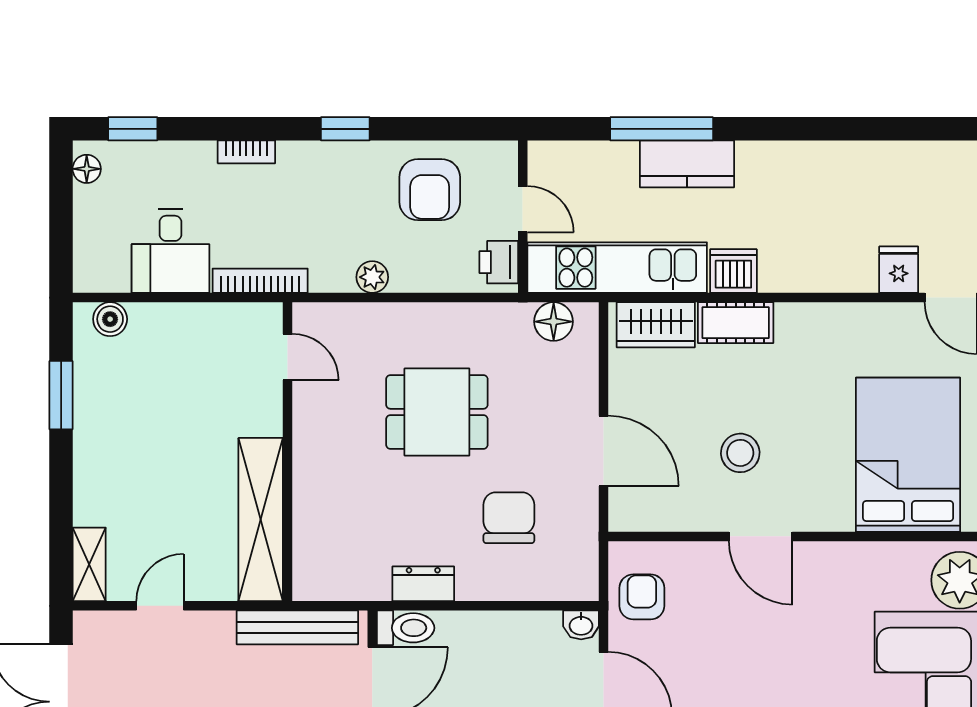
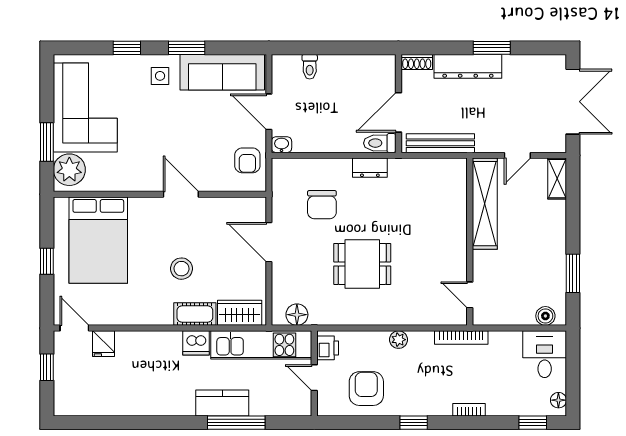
desk: (170, 251) -> (545, 354), moved
door: (288, 357) -> (470, 295), moved
wall: (288, 452) -> (470, 242), moved
stool: (740, 453) -> (181, 269), moved
shelving: (261, 520) -> (485, 204), moved

